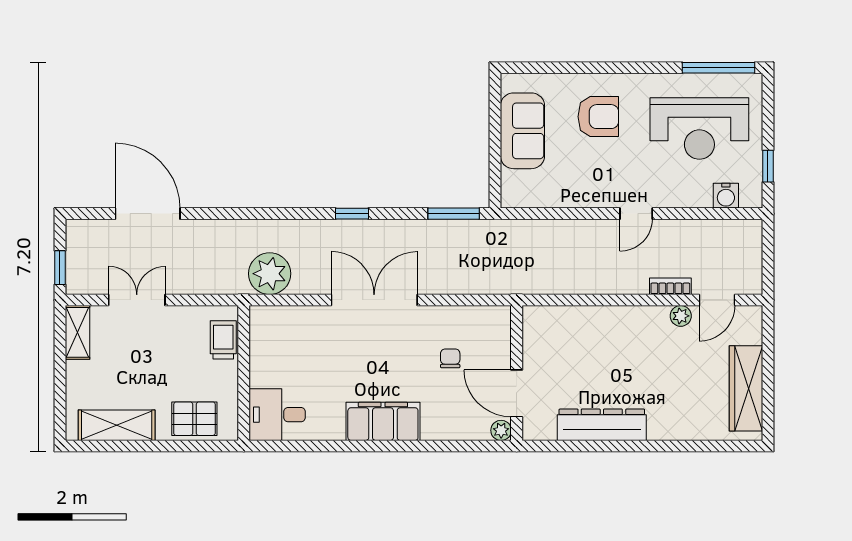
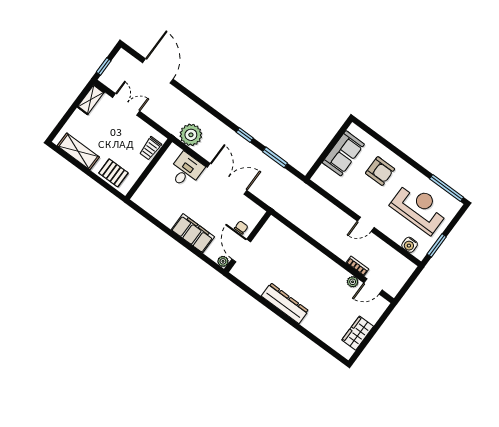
reception desk: (699, 128) -> (419, 208), turned 180
window: (768, 166) -> (437, 245), width x1.50
window: (454, 214) -> (275, 157), moved
trolley: (223, 340) -> (150, 148), turned 180
wall: (517, 373) -> (248, 242), moved
wardrobe: (746, 388) -> (358, 333), width x0.67
door: (517, 393) -> (241, 251), moved
desk: (277, 415) -> (186, 170), moved, turned 90
plant: (501, 430) -> (223, 261), moved

